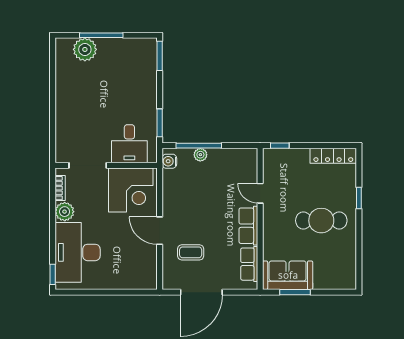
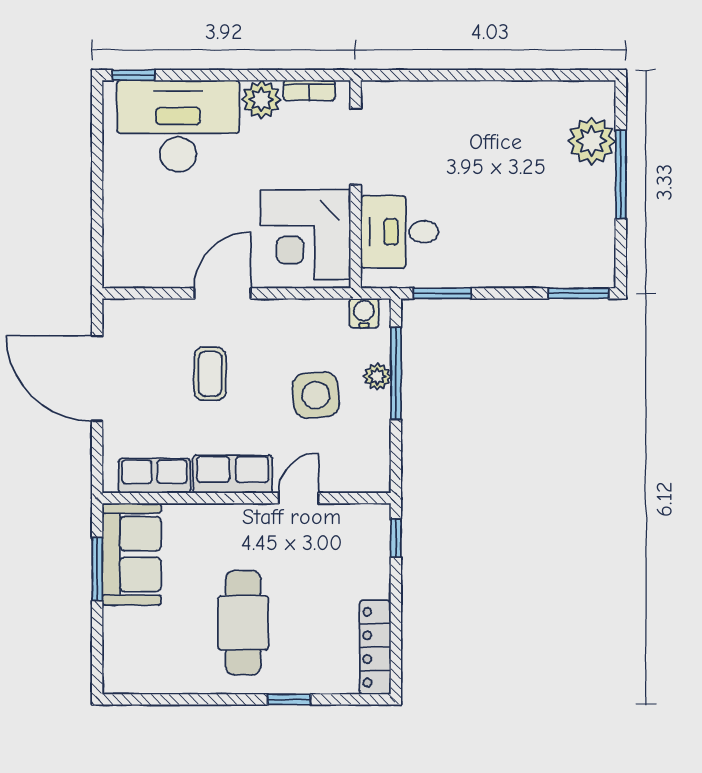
side table: (210, 185) -> (316, 395), added
coffee table: (191, 252) -> (210, 374), moved

